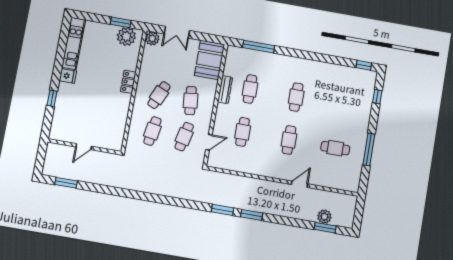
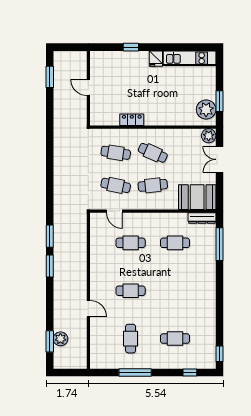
locker: (128, 82) -> (132, 120), moved
dresser: (225, 90) -> (202, 218), moved
cafe table: (296, 97) -> (175, 339), moved

